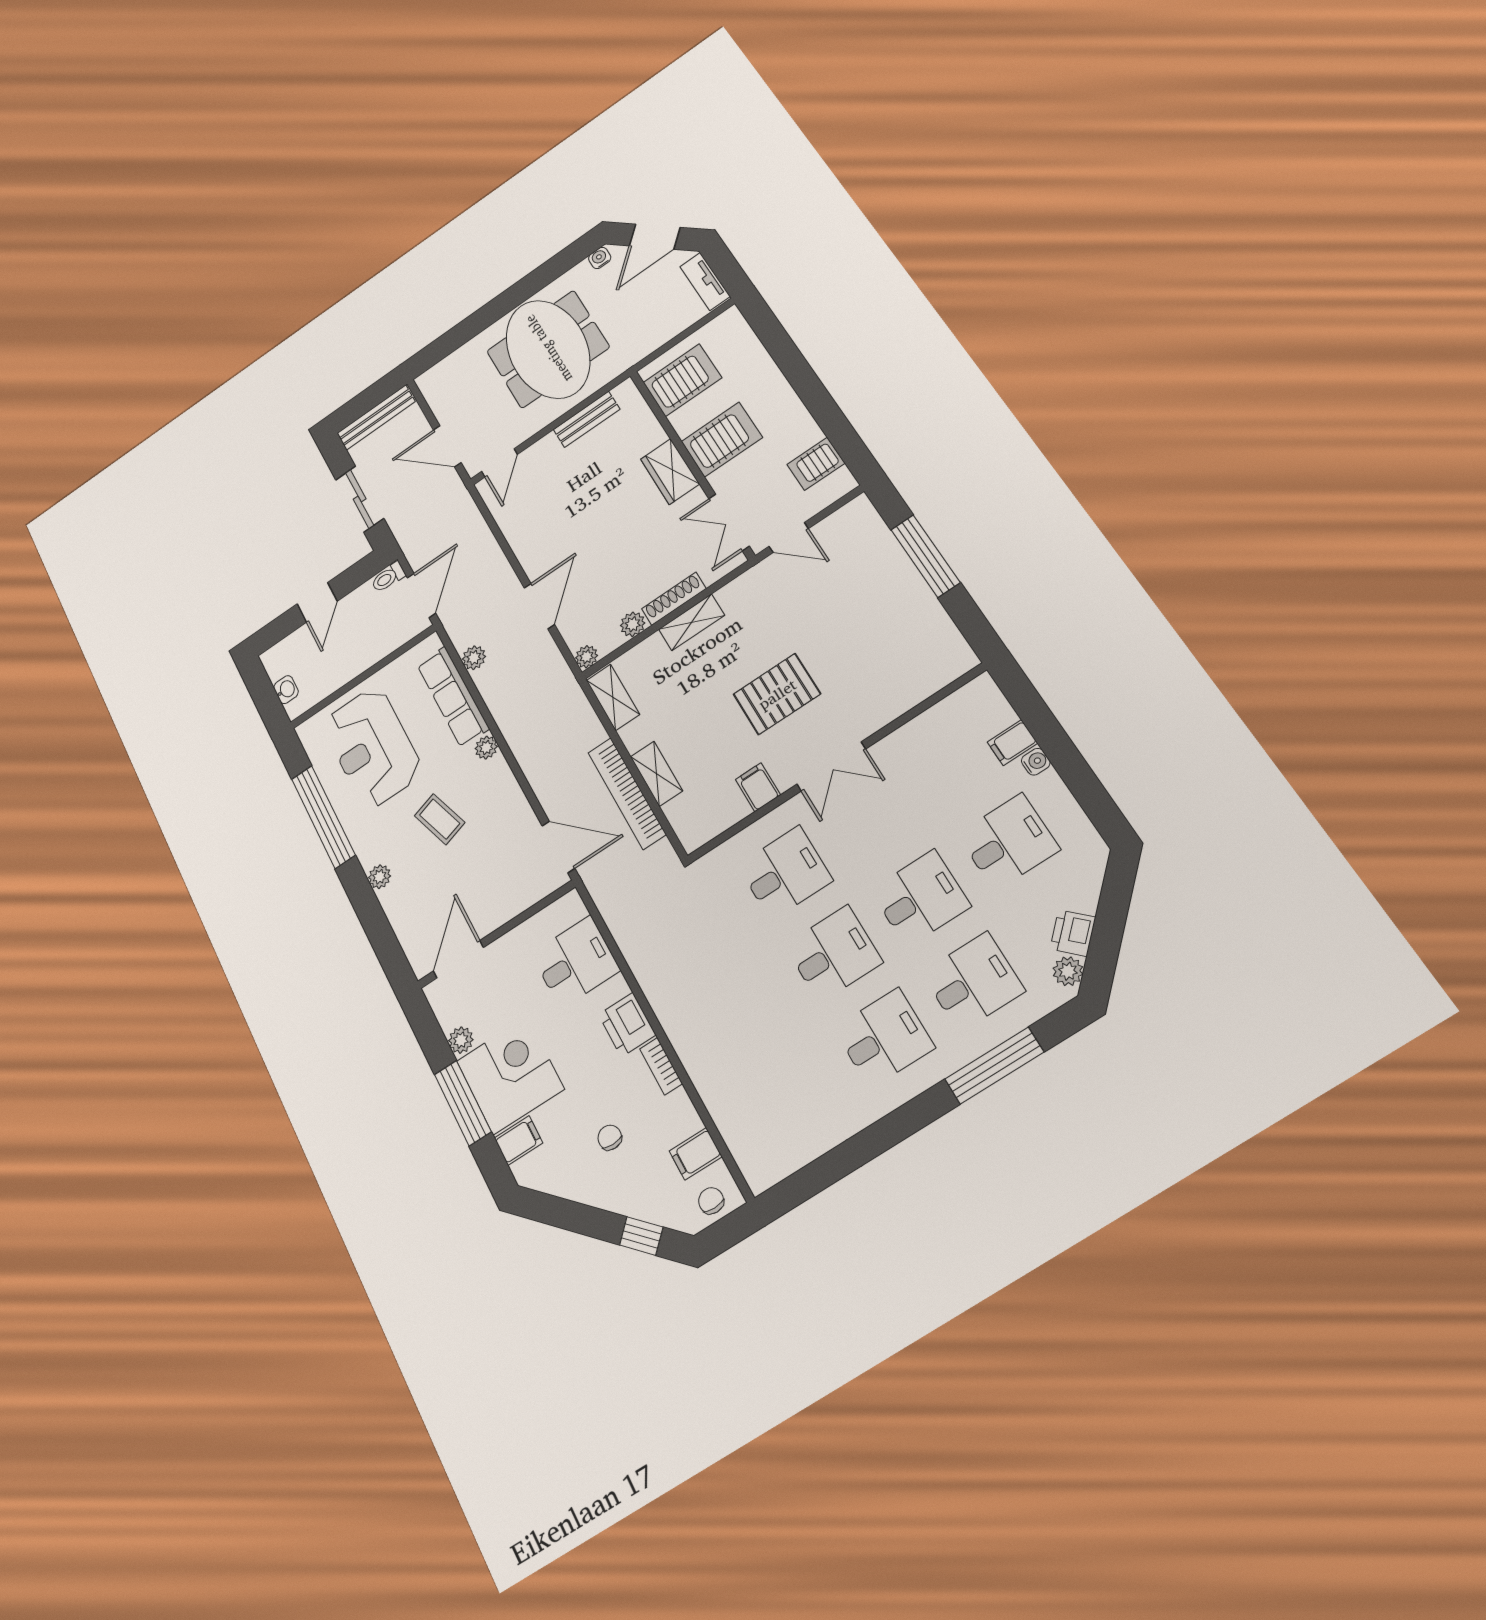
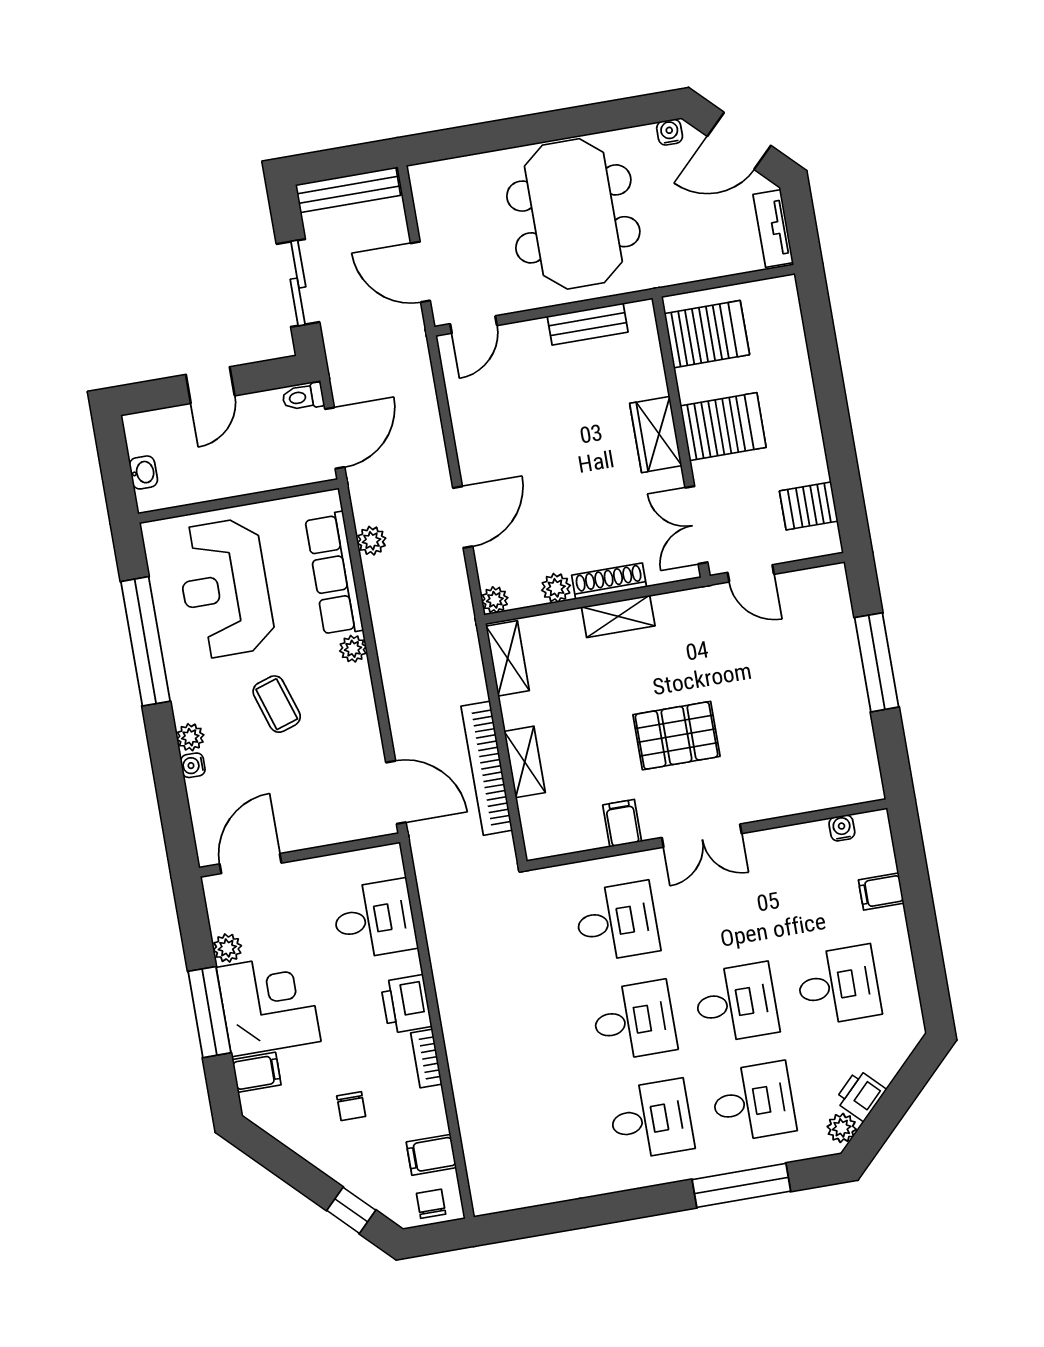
water cooler: (1036, 762) -> (842, 828), moved, turned -90
water cooler: (388, 899) -> (193, 765), added
chair: (610, 1138) -> (351, 1106), turned 180

